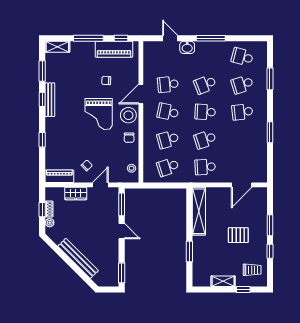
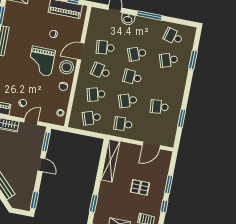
school desk: (242, 112) -> (159, 107), moved
window: (270, 132) -> (182, 118), moved
window: (189, 252) -> (94, 203), moved

